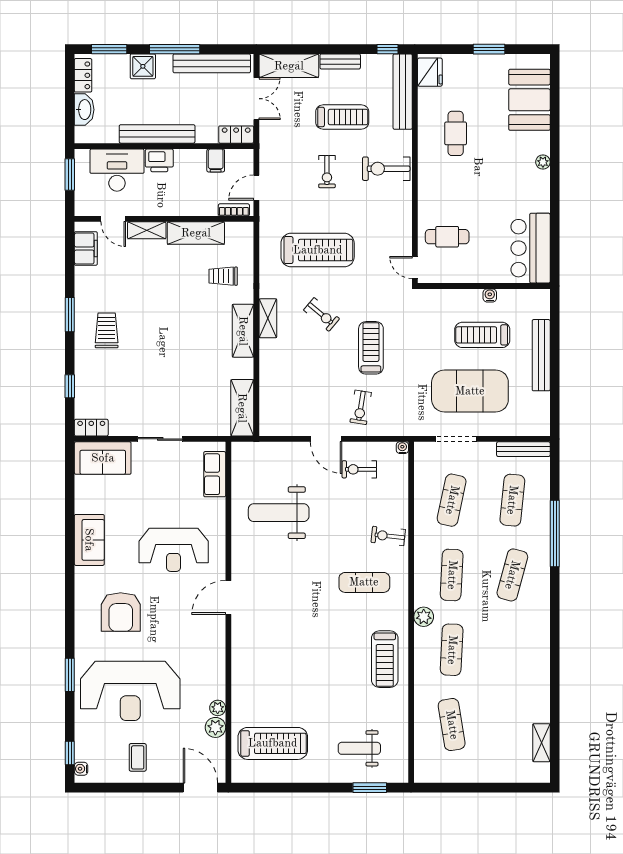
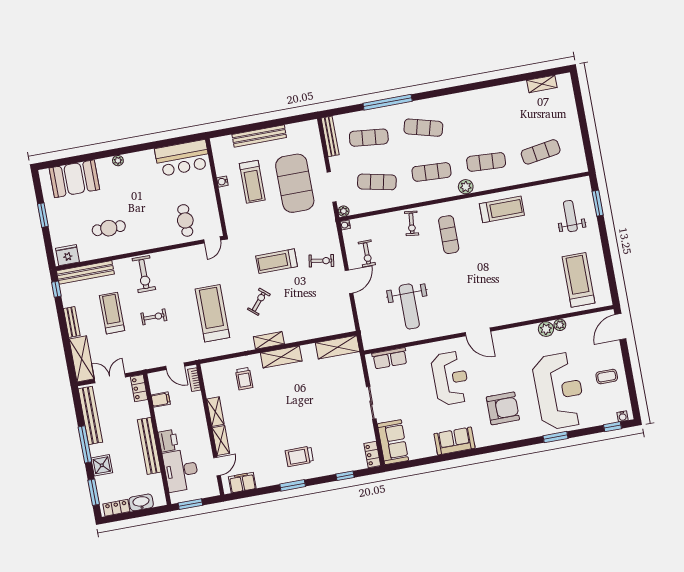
shelving: (196, 233) -> (215, 412), width x0.67, depth x0.75
plant: (421, 449) -> (344, 211), added
plant: (215, 727) -> (546, 329), moved
weight bench: (359, 748) -> (570, 216), turned 180

